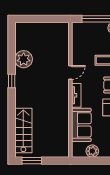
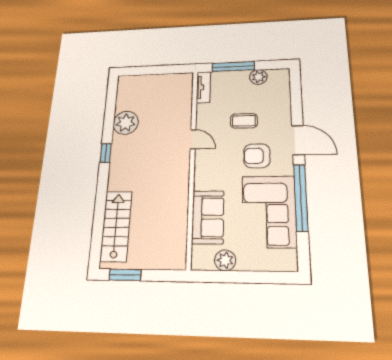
door: (70, 72) -> (193, 139), hinge flipped
tv unit: (76, 95) -> (203, 87), moved

